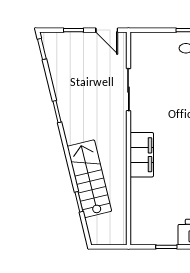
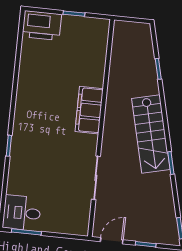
door: (107, 30) -> (112, 241), hinge flipped
stairs: (89, 179) -> (151, 134), moved

